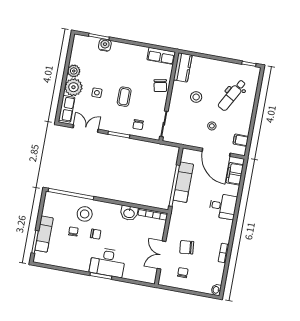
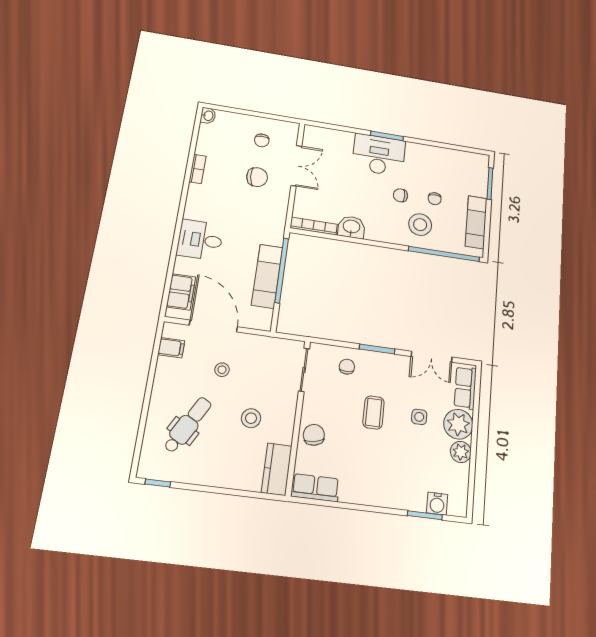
water cooler: (105, 45) -> (437, 504), moved
exam couch: (44, 234) -> (476, 222), moved

